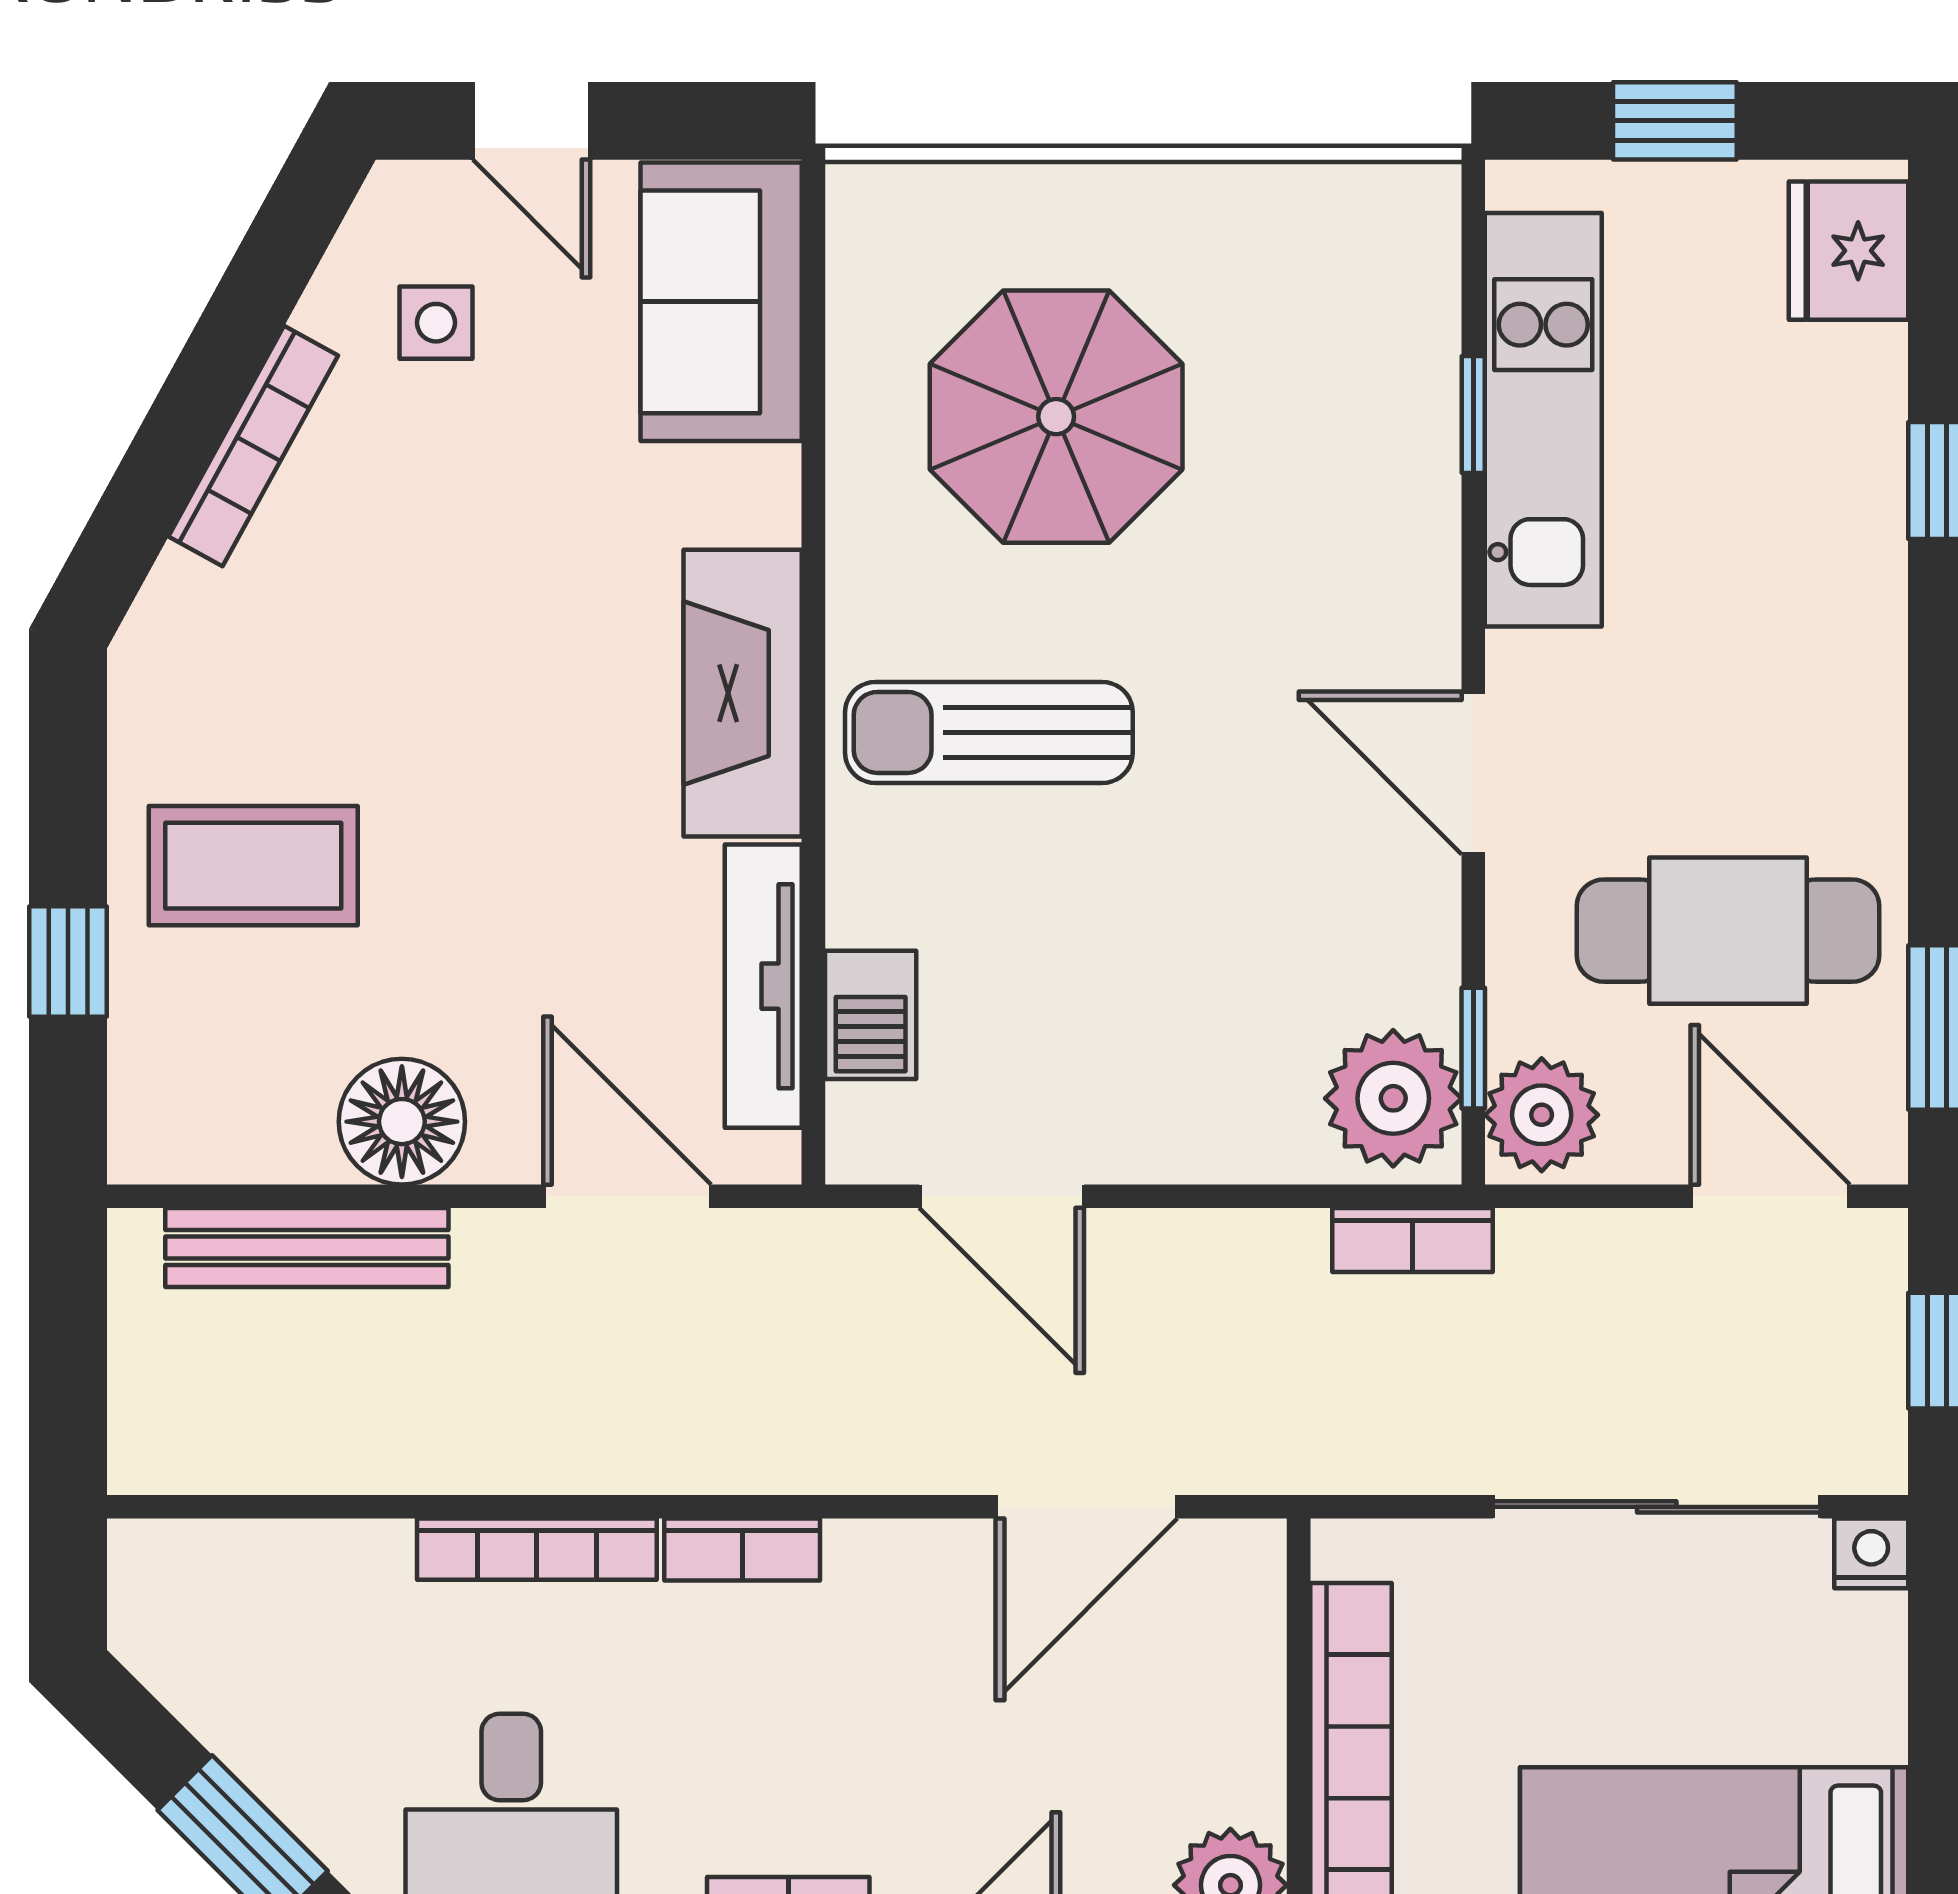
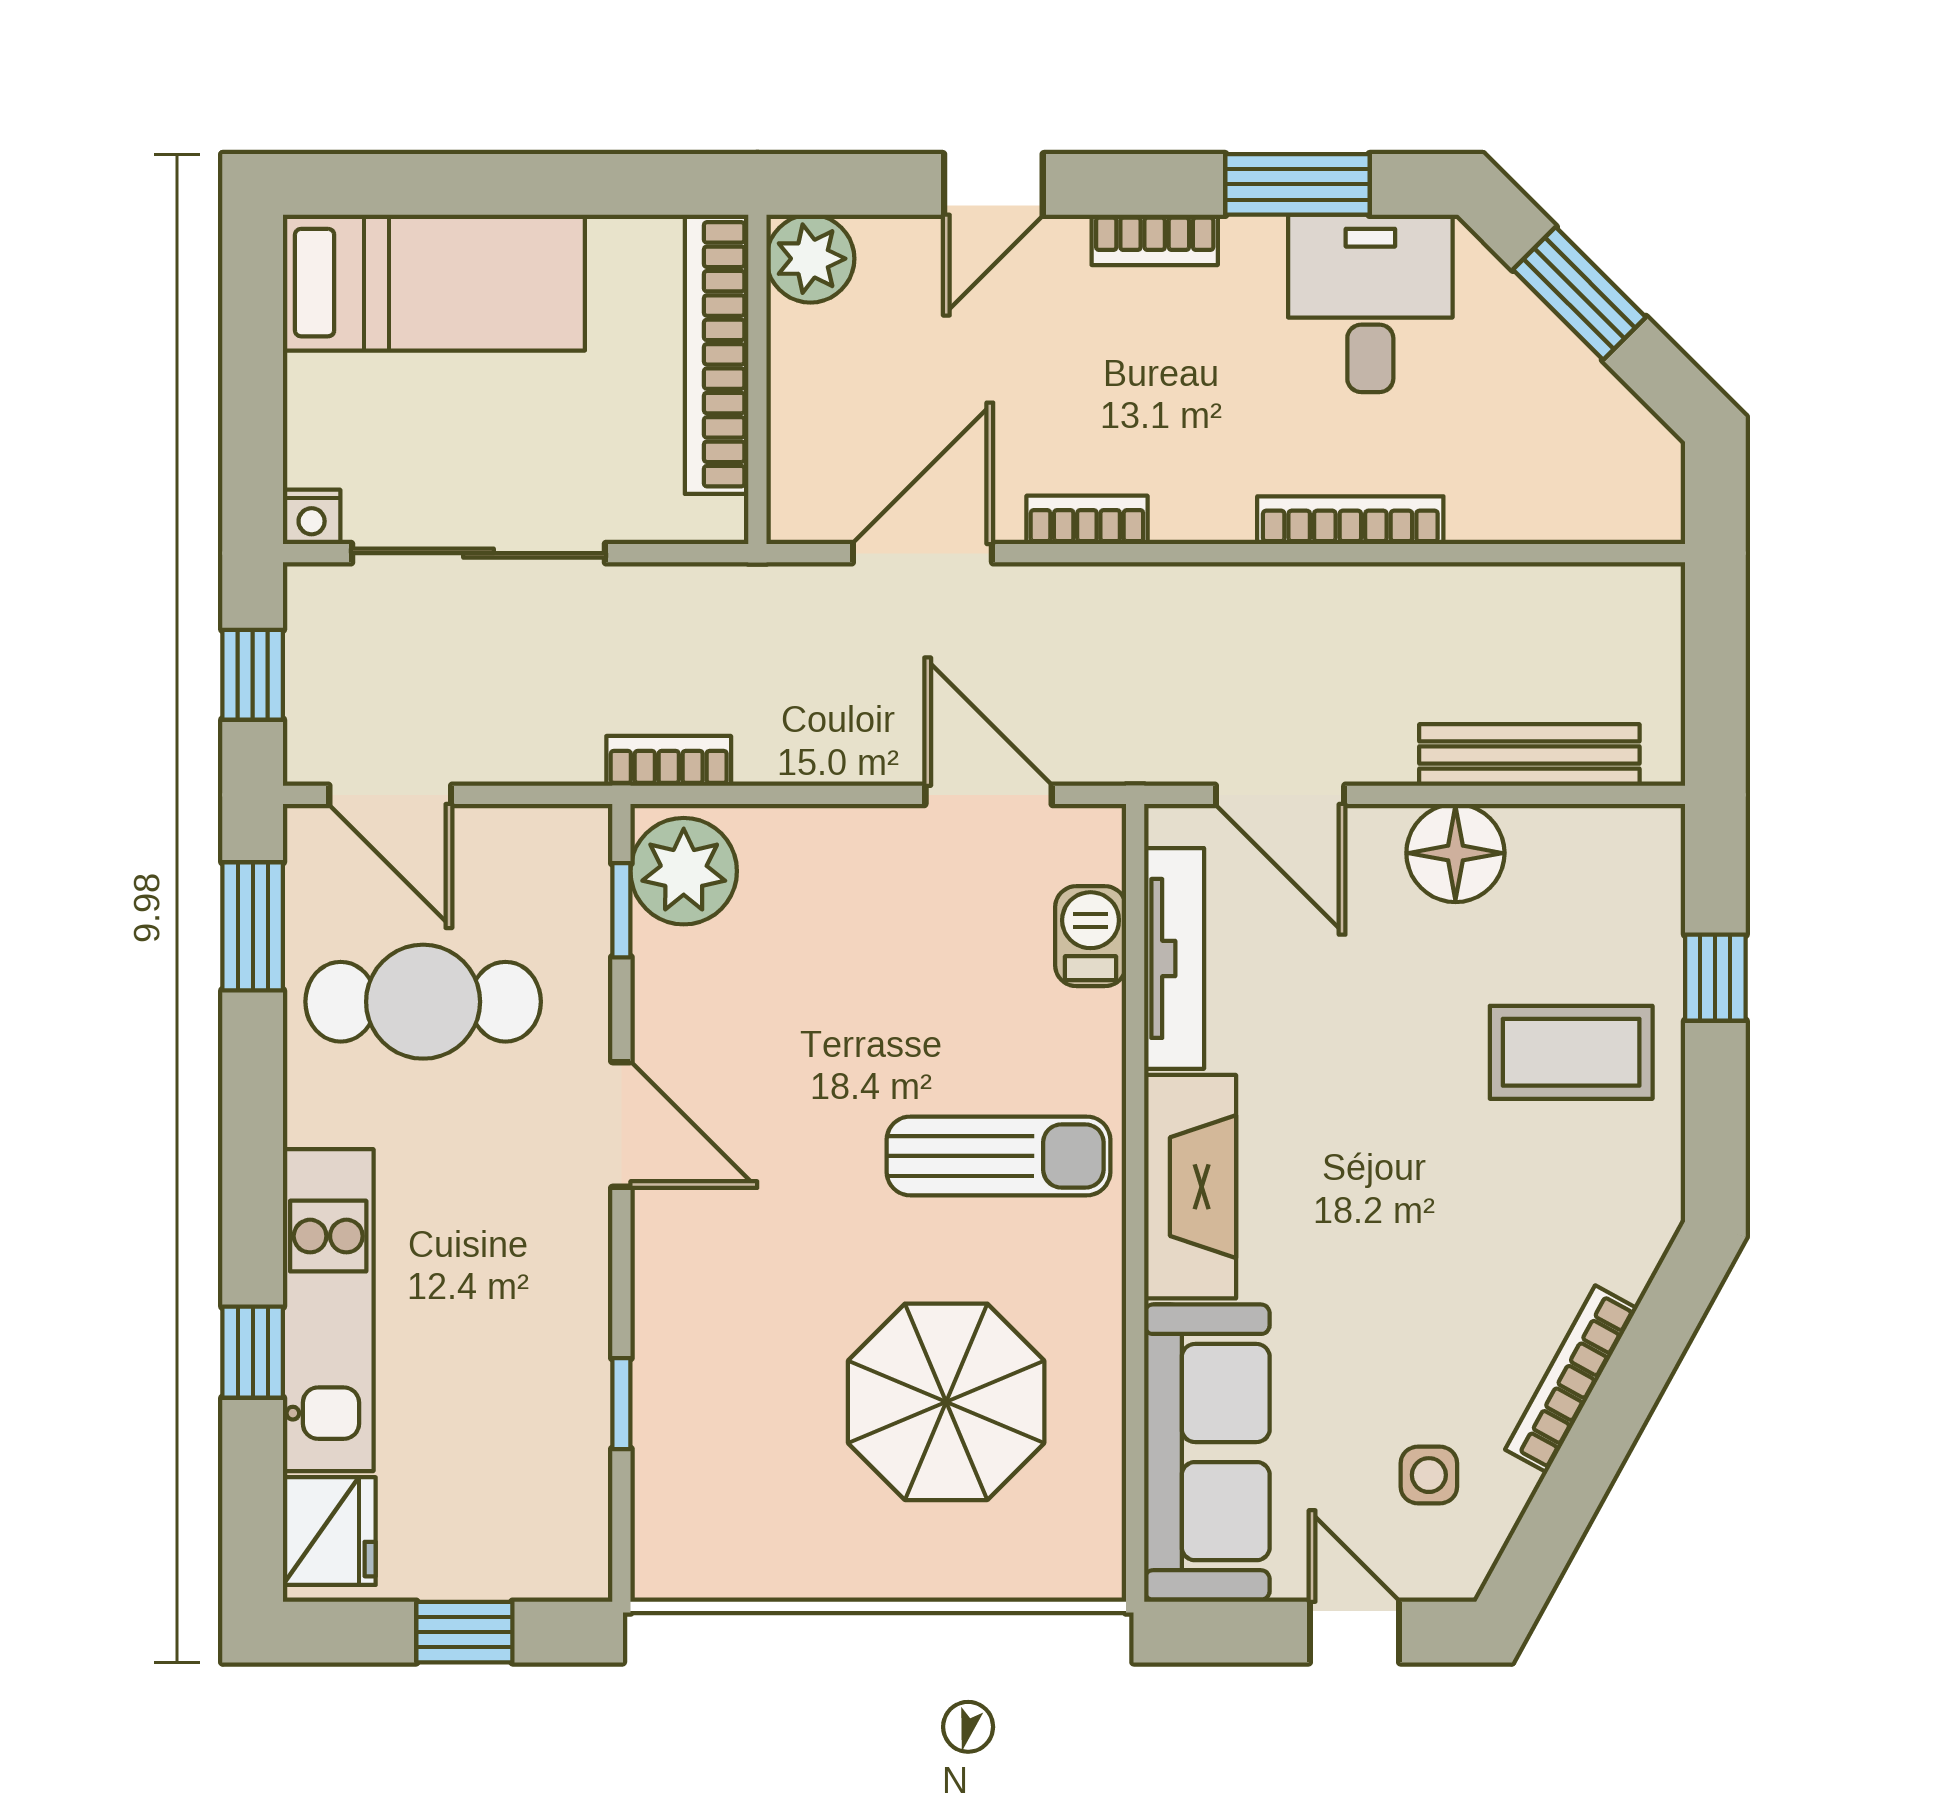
sofa: (721, 302) -> (1207, 1452), width x1.36
kitchen unit: (1543, 420) -> (328, 1310), moved, turned 180
plant: (1542, 1115) -> (568, 858), removed
bookcase: (742, 1550) -> (1087, 520), moved

